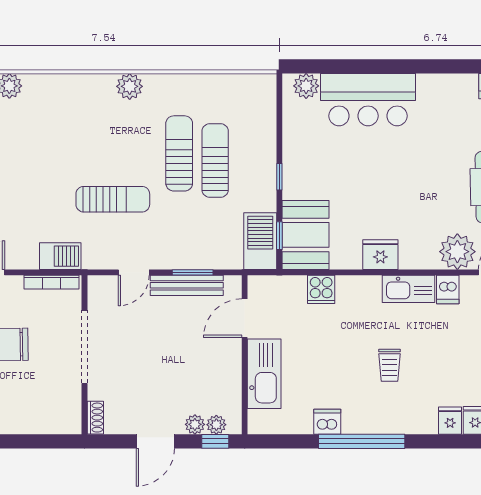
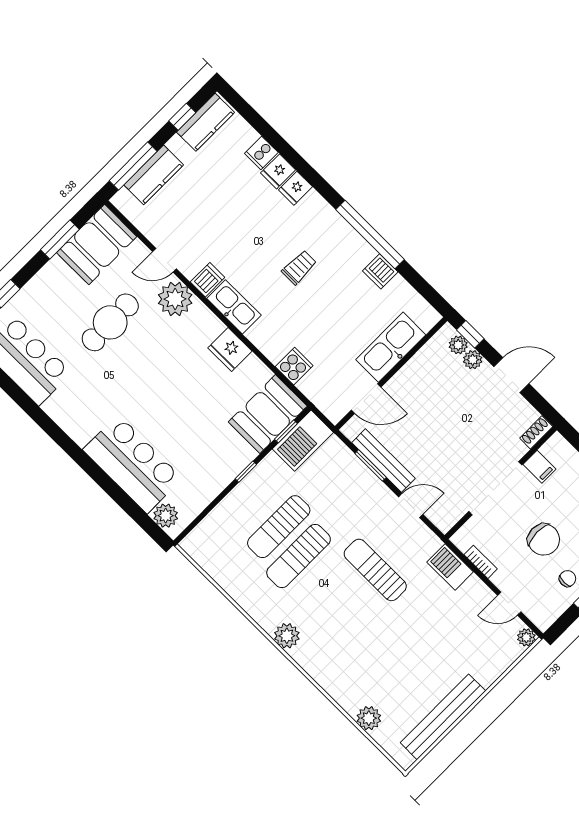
bookcase: (51, 282) -> (481, 562), width x0.64
filing cabinet: (68, 395) -> (539, 467), added

